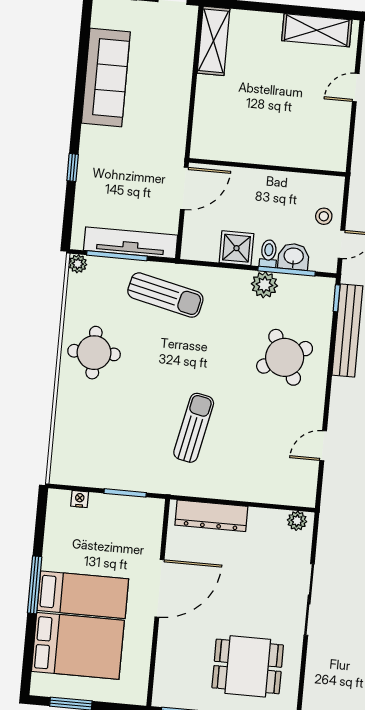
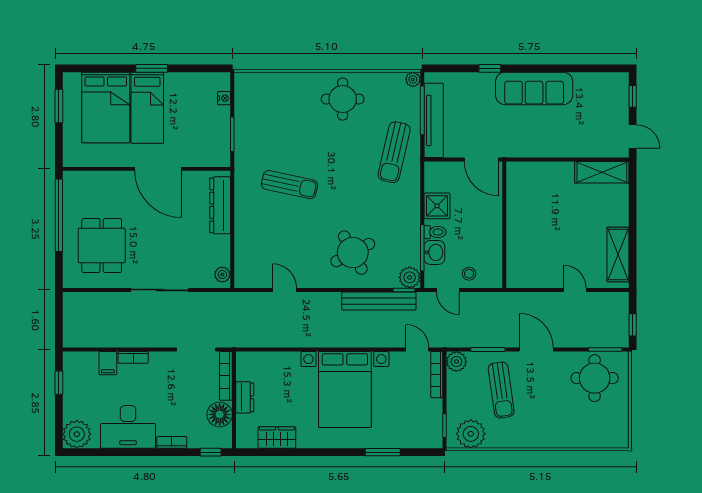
sofa: (106, 77) -> (534, 88), moved
plant: (264, 285) -> (410, 277), moved
window: (35, 585) -> (152, 68), width x0.69

